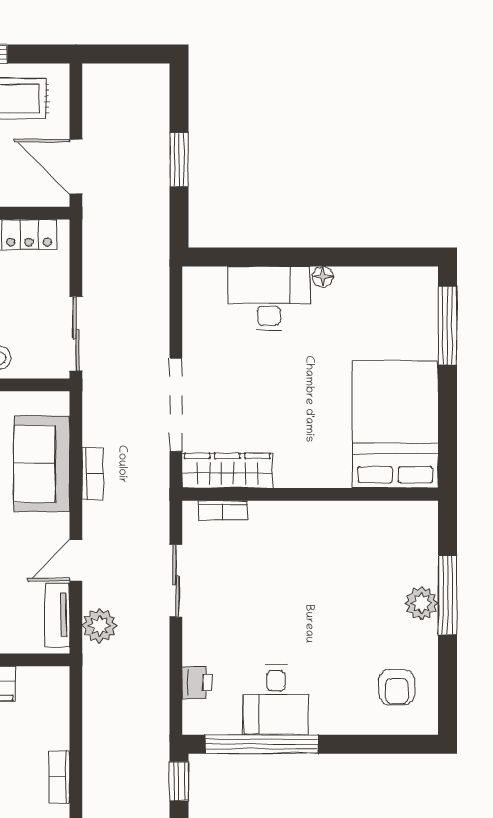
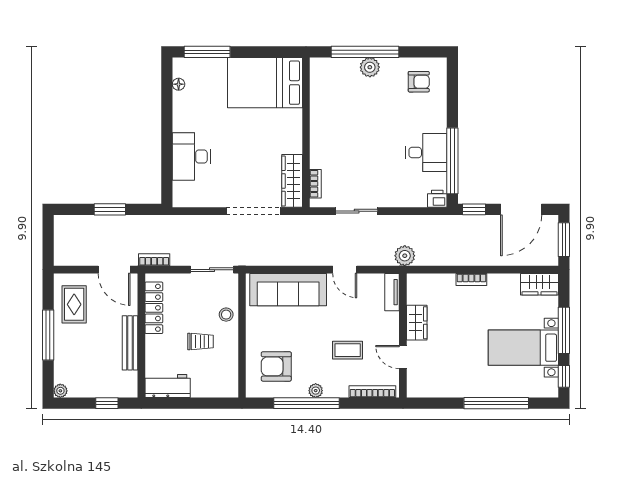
door: (76, 167) -> (114, 270), hinge flipped
floor lamp: (323, 277) -> (179, 84), moved
sofa: (42, 464) -> (288, 290), width x1.36
bookcase: (93, 474) -> (154, 260), moved
window: (448, 595) -> (365, 52), width x1.46
tv unit: (57, 615) -> (392, 292), moved, turned 90
plant: (100, 626) -> (405, 256), moved
printer: (197, 683) -> (437, 199), moved

